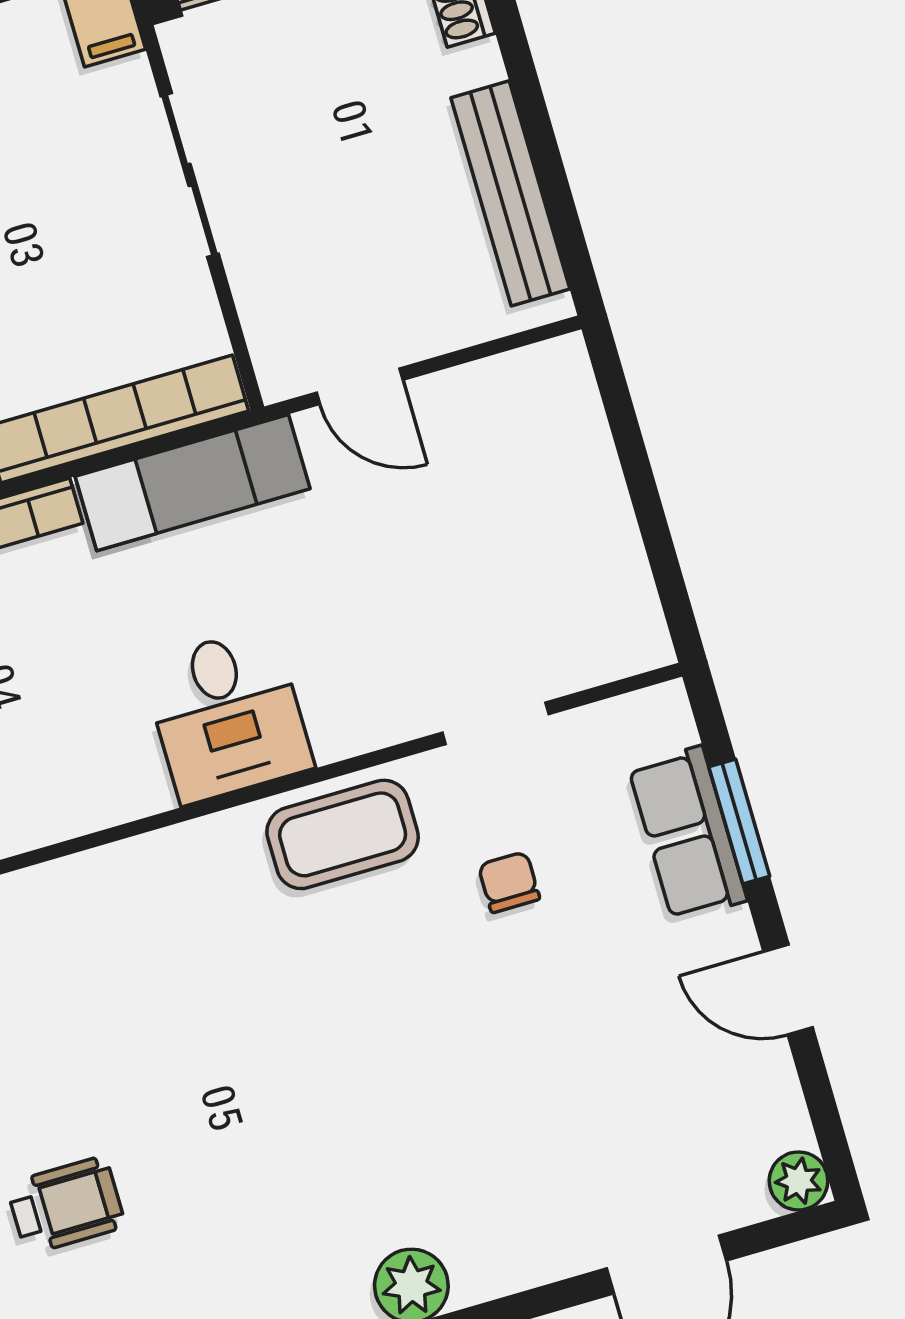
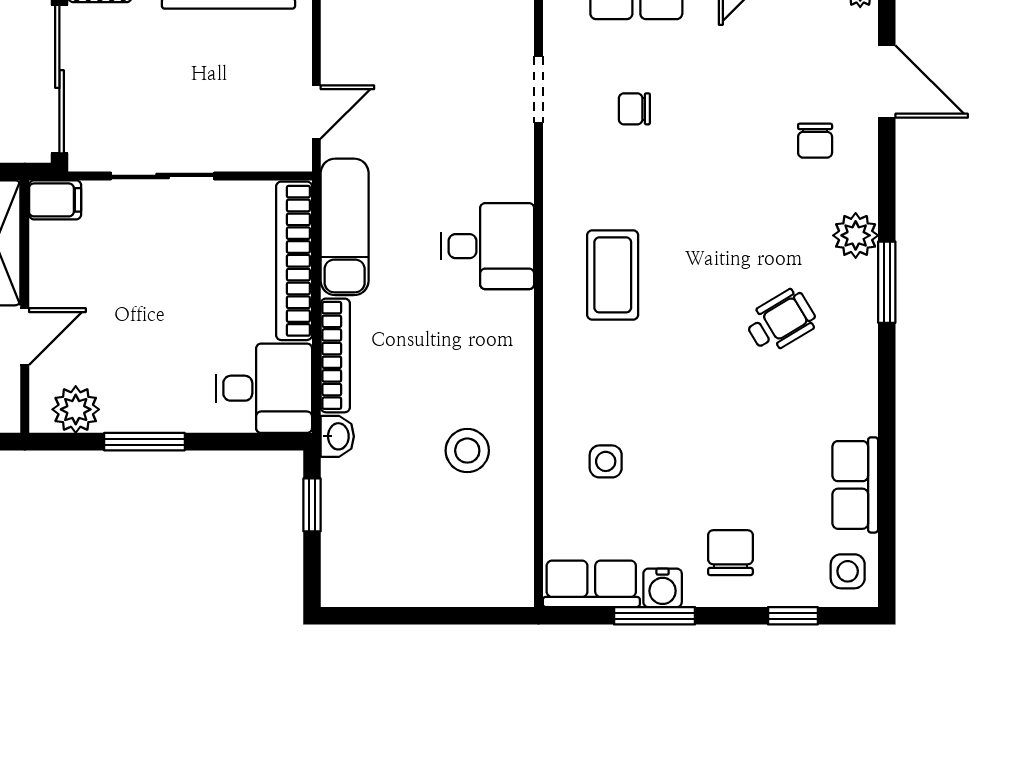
coffee table: (343, 834) -> (613, 275), moved
chair: (541, 1179) -> (815, 141), added
wheelchair: (66, 1205) -> (781, 321), moved, turned 59

